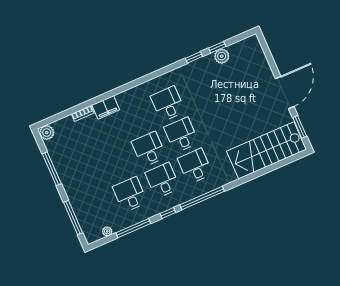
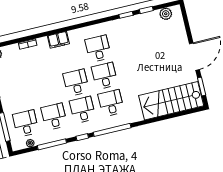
plant: (222, 56) -> (166, 14), moved
filing cabinet: (106, 107) -> (58, 40), moved
desk: (97, 209) -> (26, 123), added

